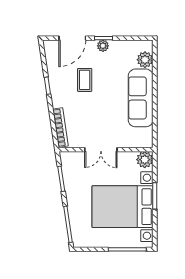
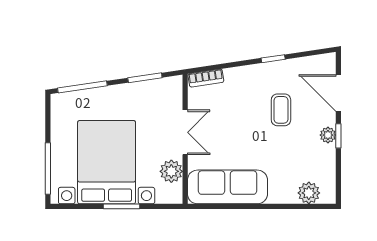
coffee table: (85, 80) -> (281, 110), turned 90
sofa: (141, 98) -> (227, 187), moved
bookcase: (60, 128) -> (206, 78), width x0.64
double door: (101, 150) -> (185, 132), swing flipped
plant: (145, 160) -> (171, 171), moved

